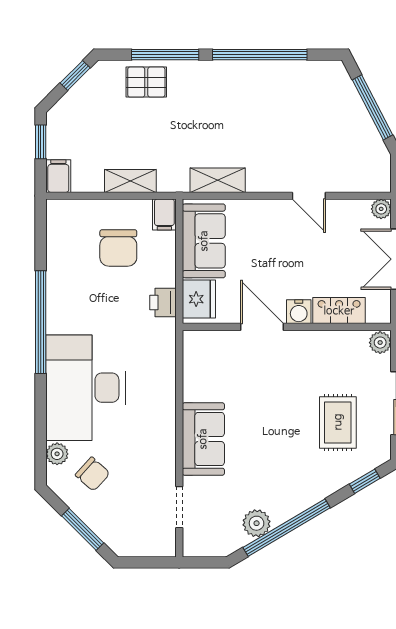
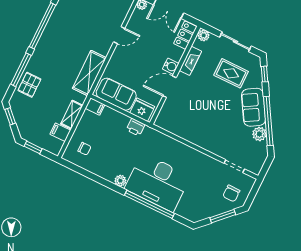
filing cabinet: (58, 176) -> (60, 132), moved
shelving: (218, 180) -> (89, 73), width x1.50, depth x1.33
chair: (118, 248) -> (84, 149), moved, width x0.54, depth x0.54
locker: (339, 311) -> (185, 35), moved
window: (41, 322) -> (149, 204), moved
fireplace: (325, 341) -> (190, 61), added
sofa: (203, 439) -> (254, 107), moved, turned -121
plant: (57, 454) -> (120, 181), moved
chair: (93, 474) -> (231, 193), moved, turned 138

